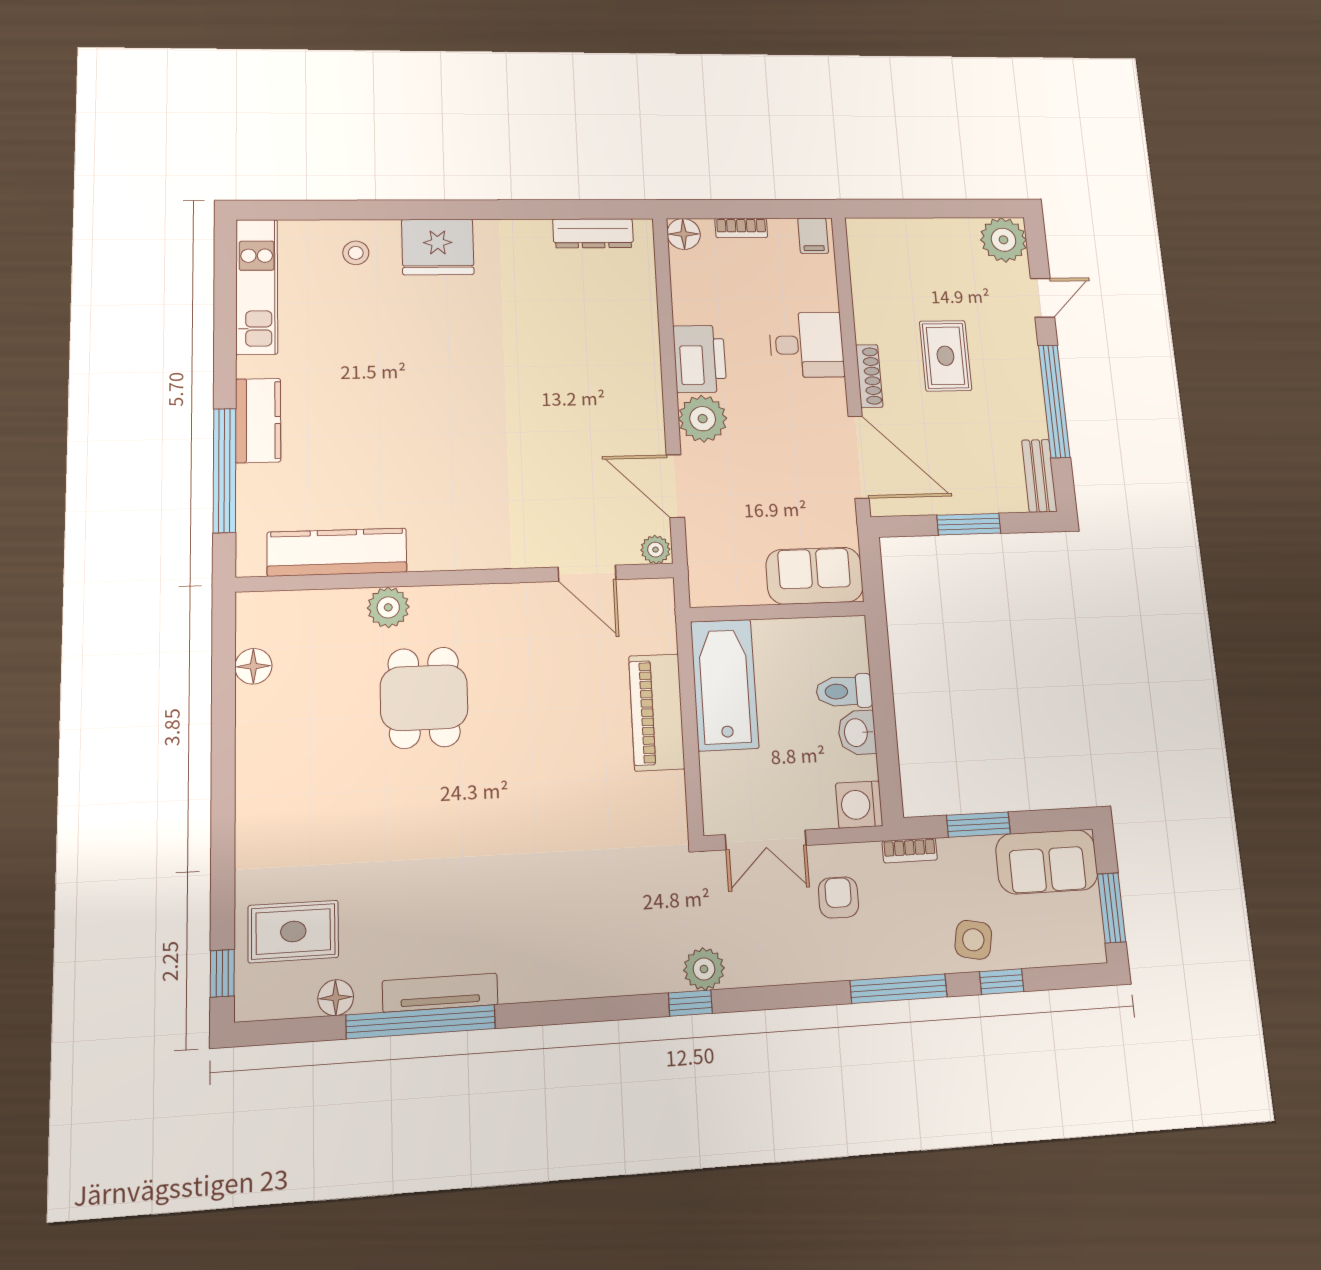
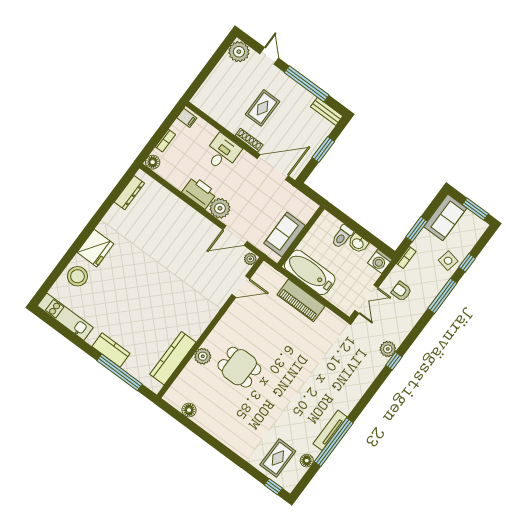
stool: (356, 253) -> (77, 276), width x1.89, depth x1.89
rug: (945, 356) -> (262, 108), turned 90
sofa: (815, 576) -> (285, 234), moved

